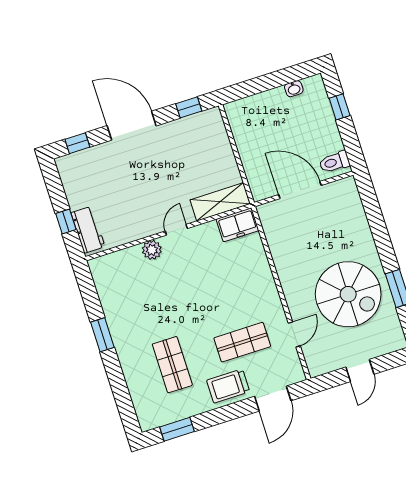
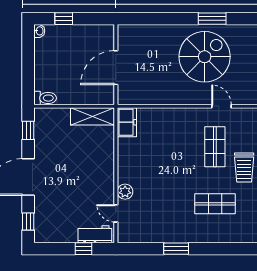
washbasin: (294, 89) -> (39, 31), moved
toilet: (334, 162) -> (45, 98), moved, turned -90
shelving: (220, 202) -> (93, 116), moved, turned 90
door: (176, 230) -> (116, 213), moved

